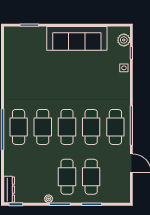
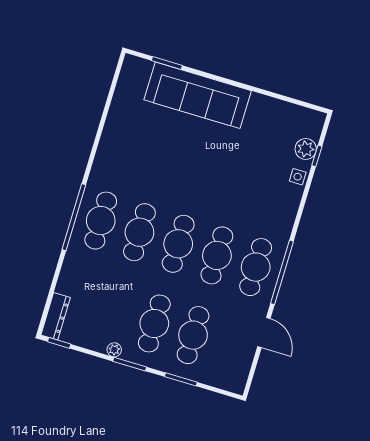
sofa: (77, 38) -> (198, 95), moved
plant: (124, 40) -> (306, 149), moved

